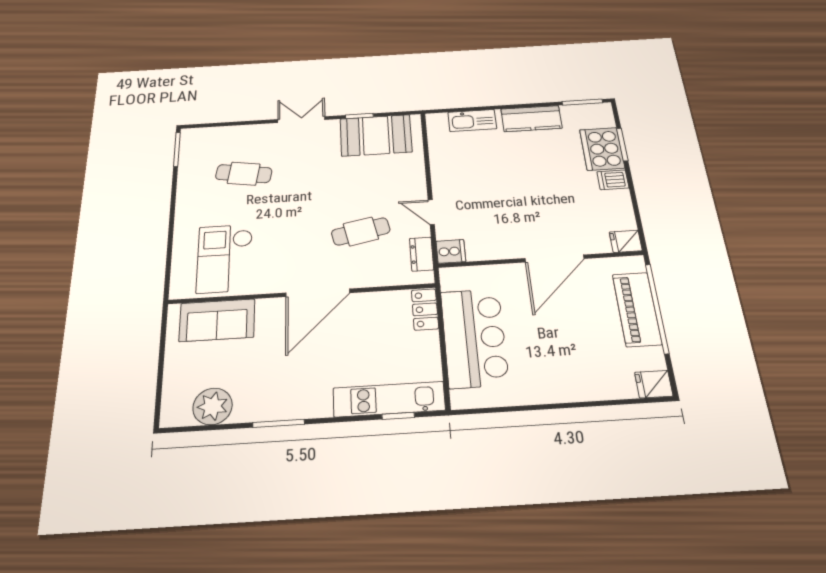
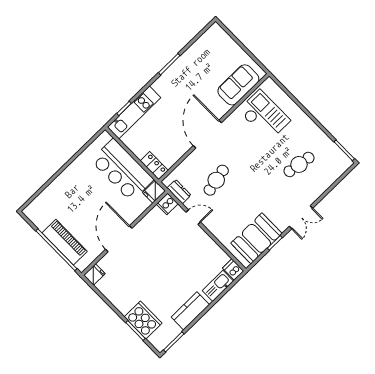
dishwasher: (613, 180) -> (233, 270), moved, turned -90
fridge: (654, 384) -> (154, 192), moved, turned 180
plant: (213, 406) -> (203, 48), removed

